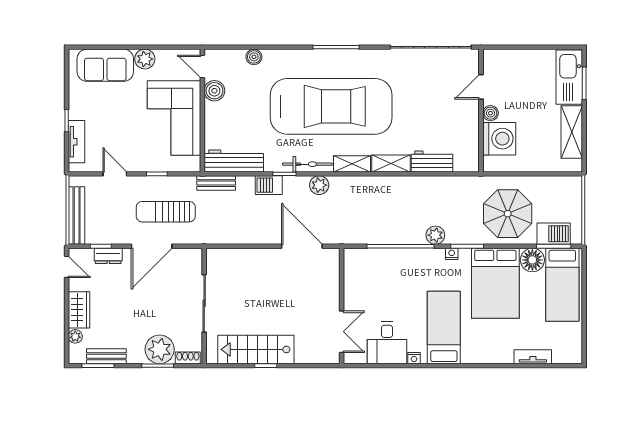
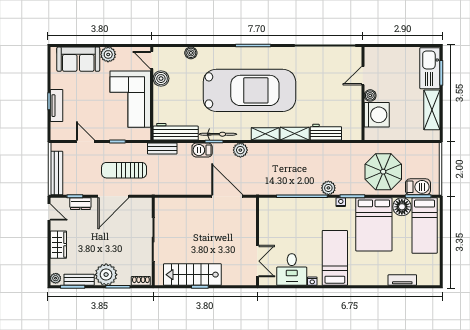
tv unit: (77, 142) -> (56, 106), moved
bicycle: (307, 164) -> (218, 134), moved
plant: (75, 336) -> (56, 278), moved
plant: (160, 349) -> (106, 275), moved

